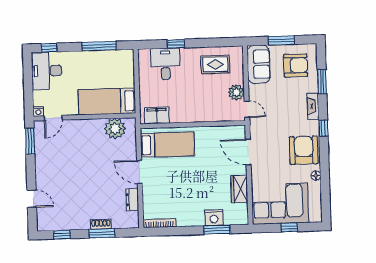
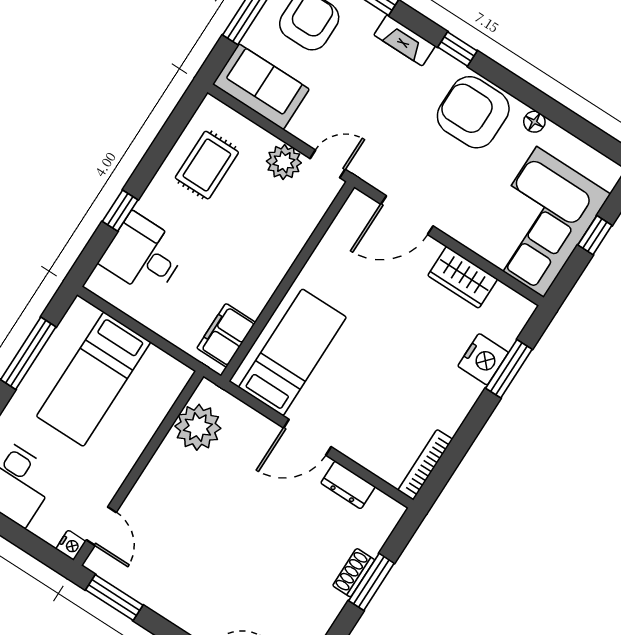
bed: (107, 101) -> (94, 379), moved

